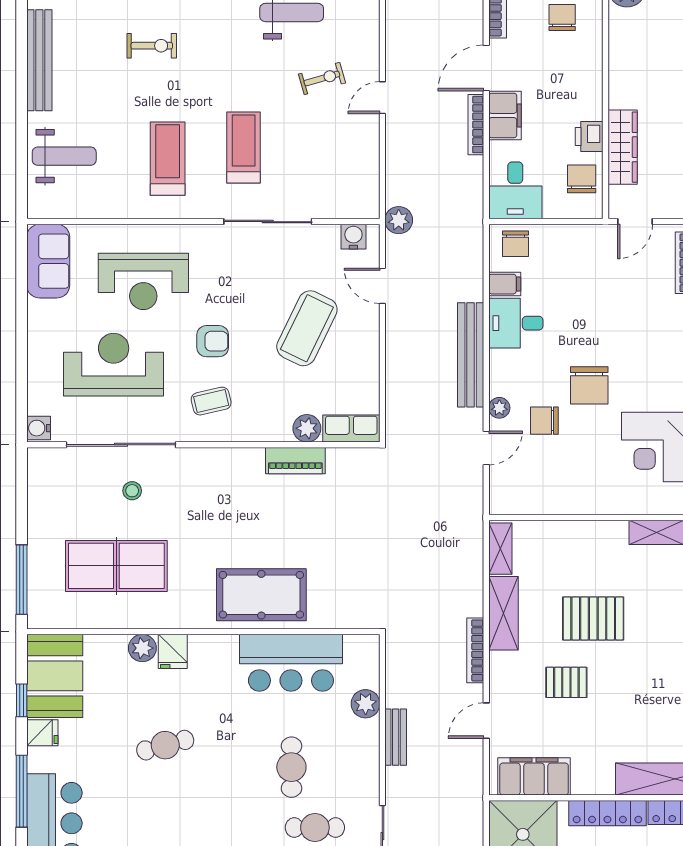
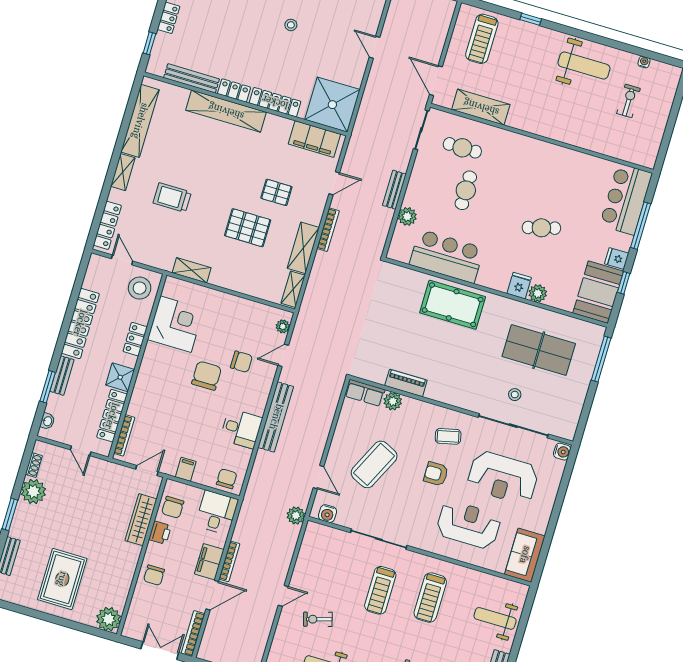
chair: (562, 17) -> (154, 575), moved
filing cabinet: (505, 284) -> (186, 469), moved, turned 90
plant: (499, 408) -> (283, 326), moved

